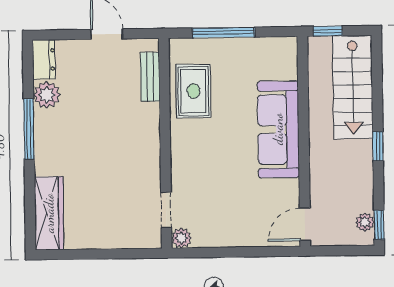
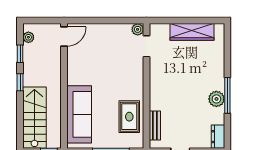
plant: (47, 95) -> (216, 99), moved
sofa: (278, 129) -> (79, 114), moved
wardrobe: (49, 213) -> (192, 32), moved, turned -90
window: (379, 225) -> (20, 54), moved

